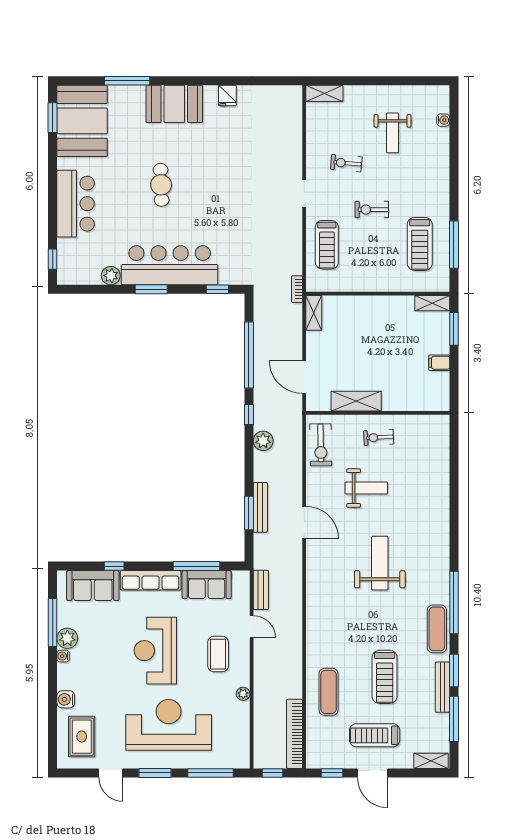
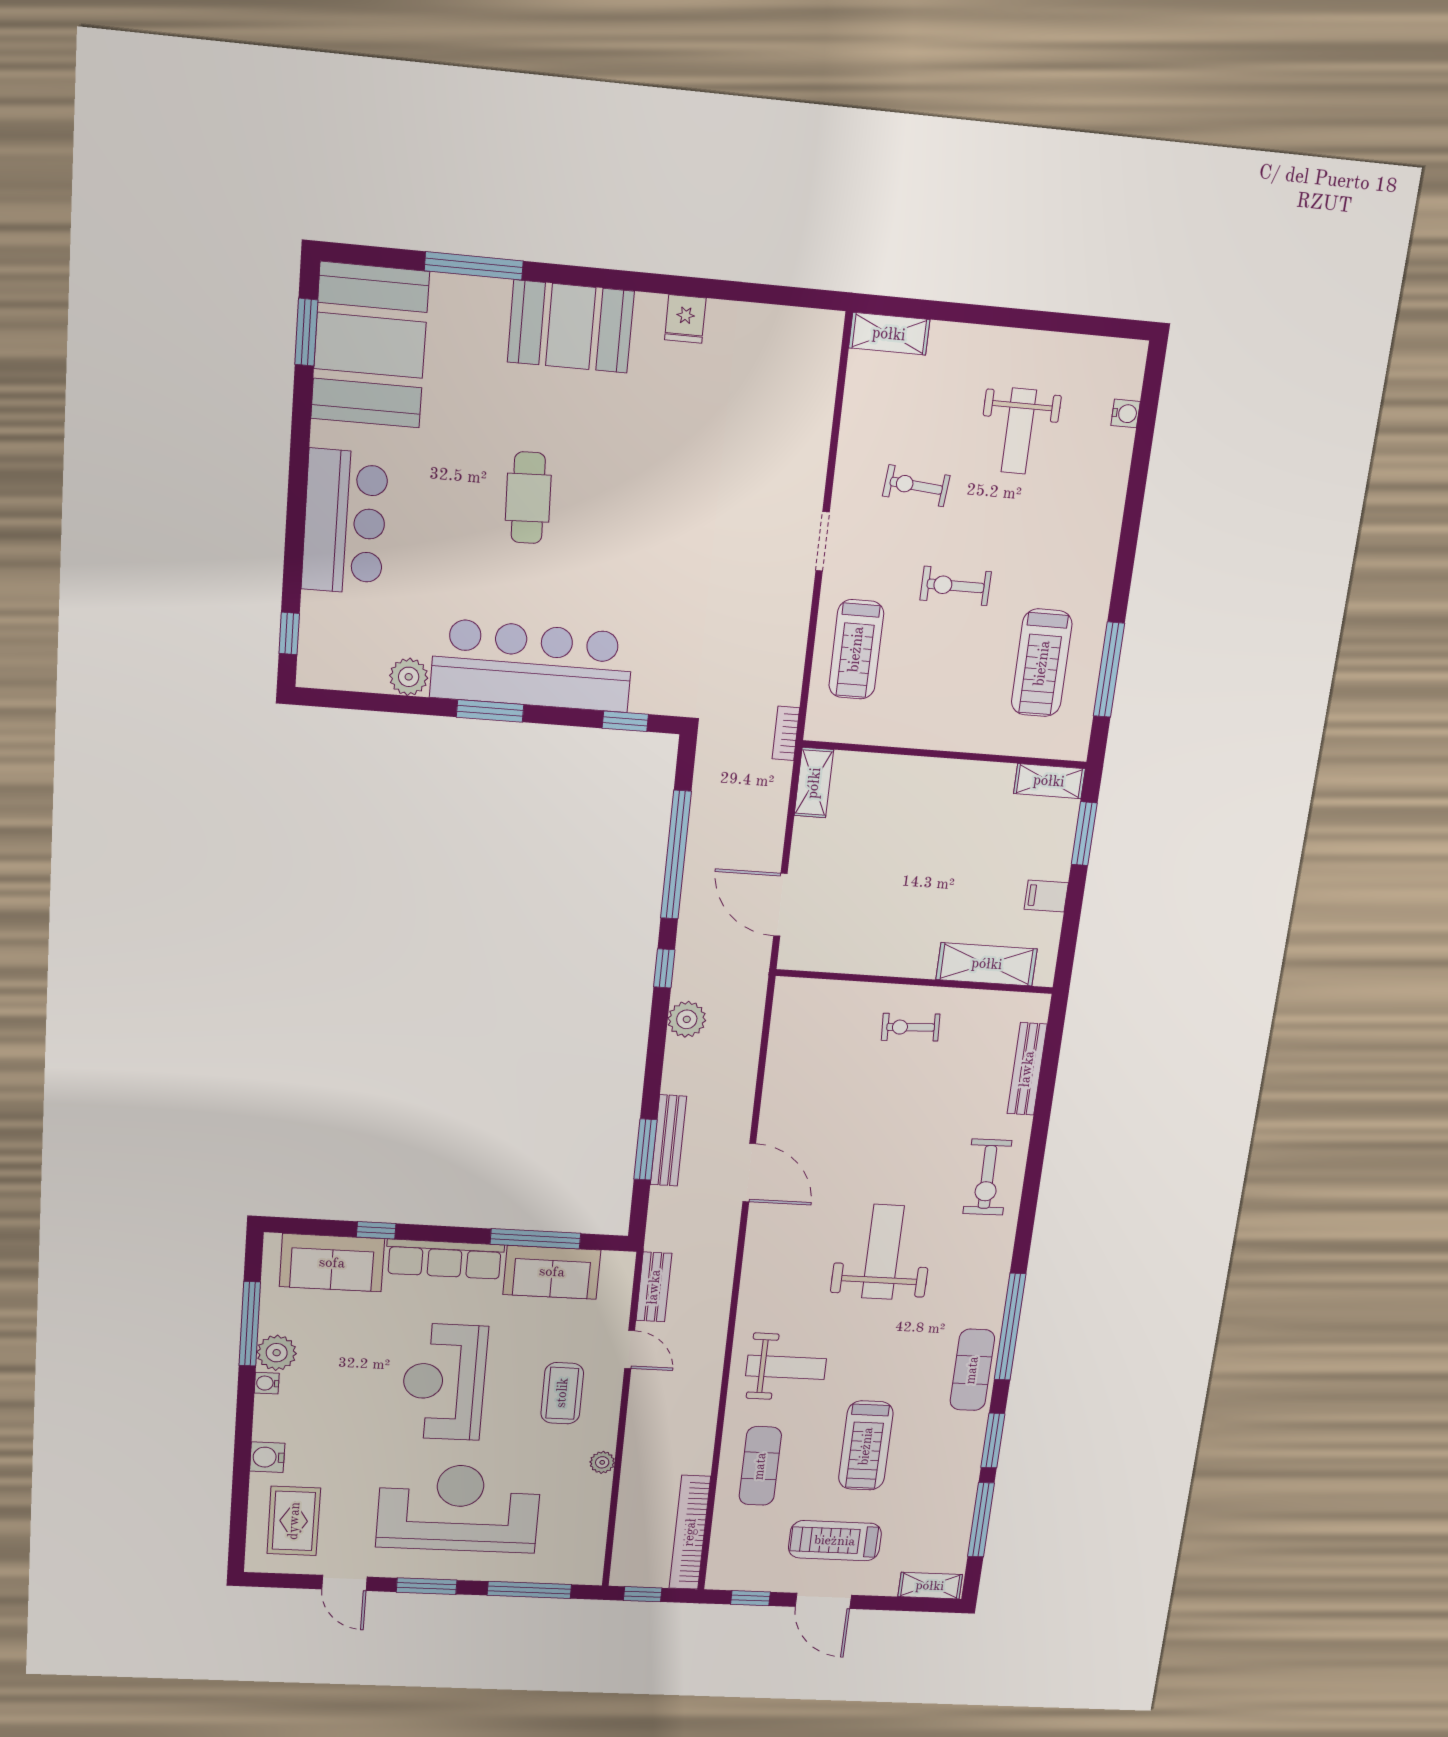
shelving: (356, 401) -> (987, 964), moved
exercise bike: (321, 445) -> (987, 1177), moved
weight bench: (366, 488) -> (786, 1367), moved
bench: (442, 687) -> (1027, 1069), moved

